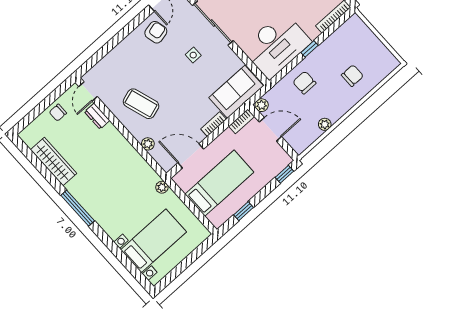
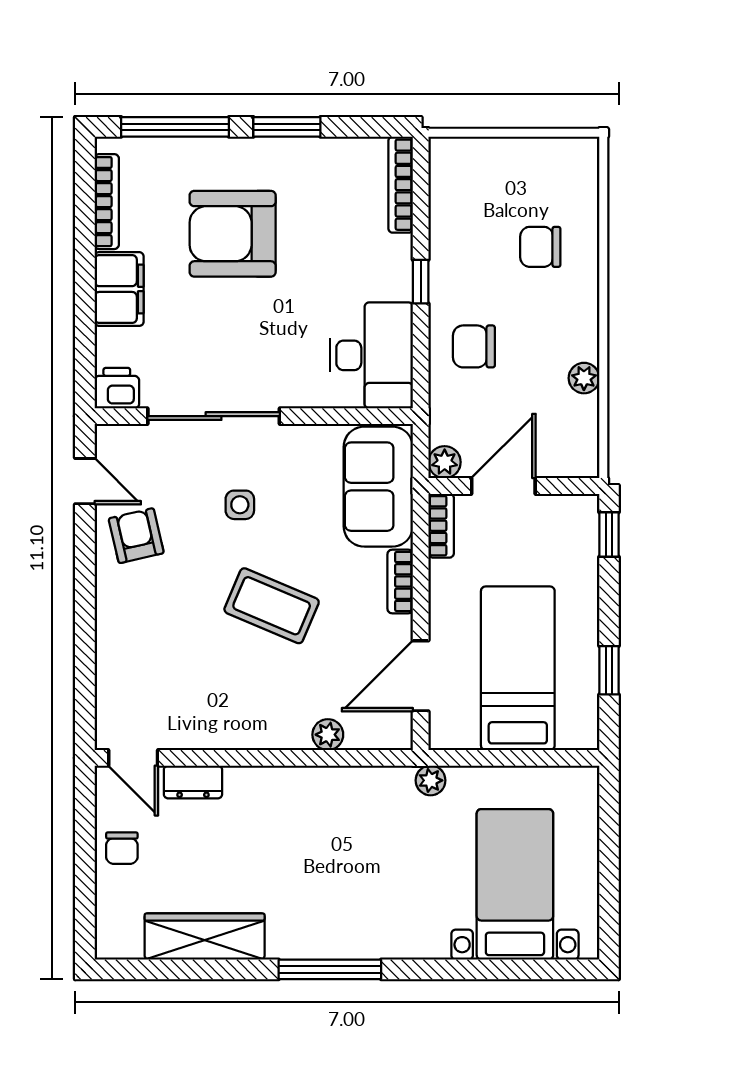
desk: (276, 45) -> (371, 355), width x0.73, depth x0.77
chair: (352, 76) -> (540, 247), turned -90
coffee table: (141, 104) -> (272, 606), moved, turned 41

